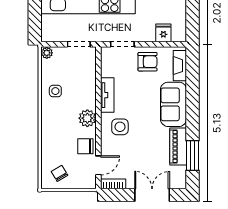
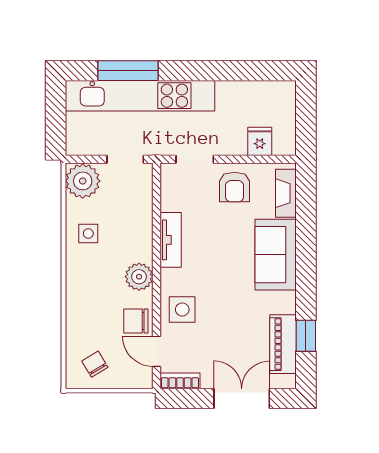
plant: (47, 53) -> (83, 181), width x1.88, depth x1.88
armchair: (148, 62) -> (235, 187), turned 90
side table: (120, 127) -> (182, 309), moved
piano: (178, 146) -> (283, 344), moved
window: (193, 155) -> (306, 336), width x0.67
door: (98, 165) -> (156, 351), swing flipped

